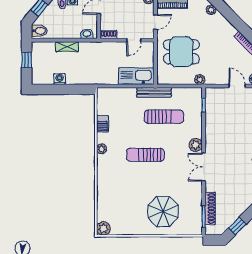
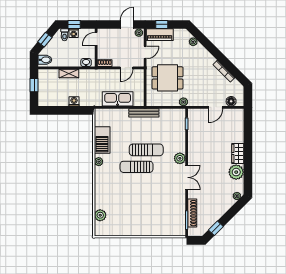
kitchen sink: (136, 76) -> (118, 99), moved
washing machine: (60, 79) -> (74, 101), moved
door: (237, 86) -> (216, 107), swing flipped
sun lounger: (164, 117) -> (146, 150), moved
barbecue: (102, 124) -> (102, 140), width x1.88, depth x1.53
double door: (204, 167) -> (187, 177), swing flipped
parasol: (163, 212) -> (152, 216), removed
plant: (103, 228) -> (100, 215), moved

